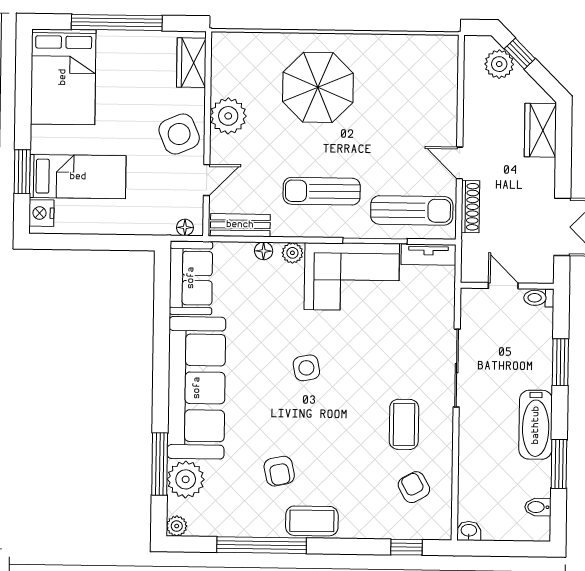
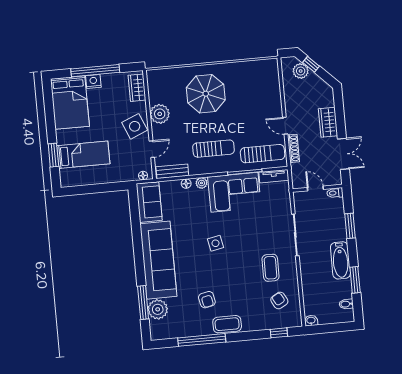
wardrobe: (540, 130) -> (328, 122), moved
sun lounger: (322, 191) -> (214, 149), turned 180
nightstand: (41, 213) -> (93, 81), moved, turned 90
plant: (177, 526) -> (156, 335), removed

